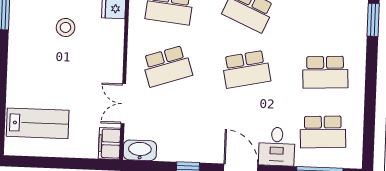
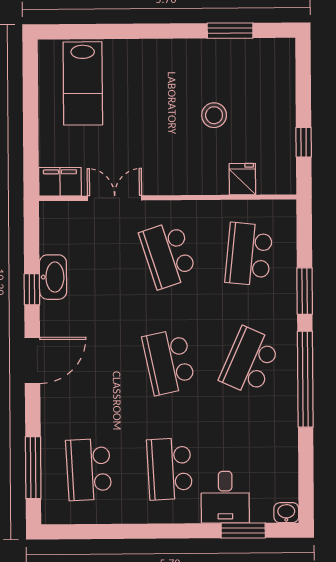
desk: (277, 146) -> (225, 497), moved, turned -90
washbasin: (140, 150) -> (53, 277), moved

